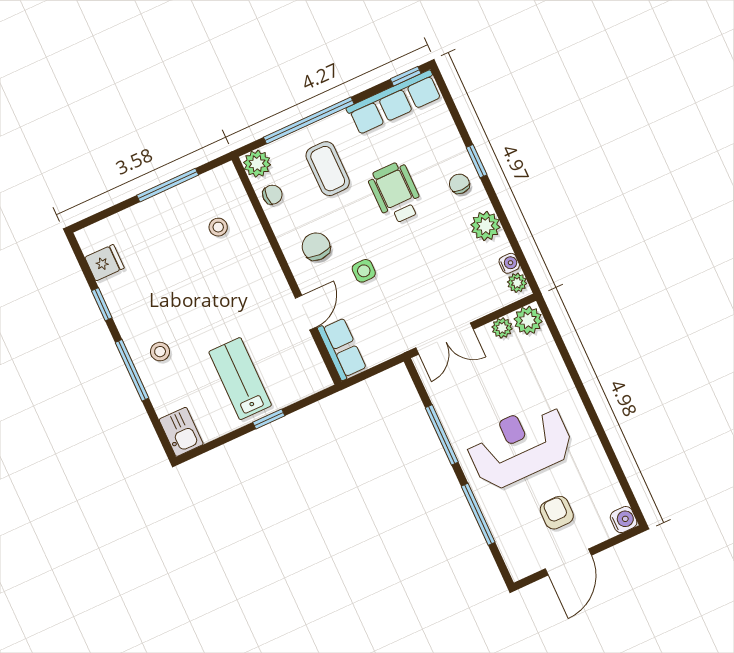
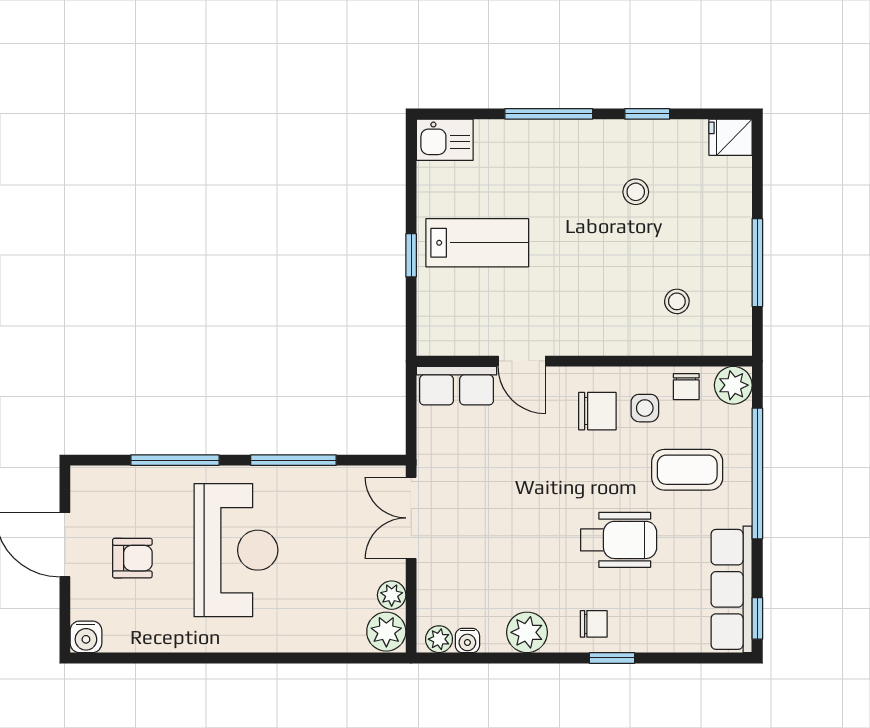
fridge: (105, 263) -> (730, 137), moved, turned 90
side table: (364, 271) -> (645, 408), moved
stool: (160, 352) -> (636, 192), moved

